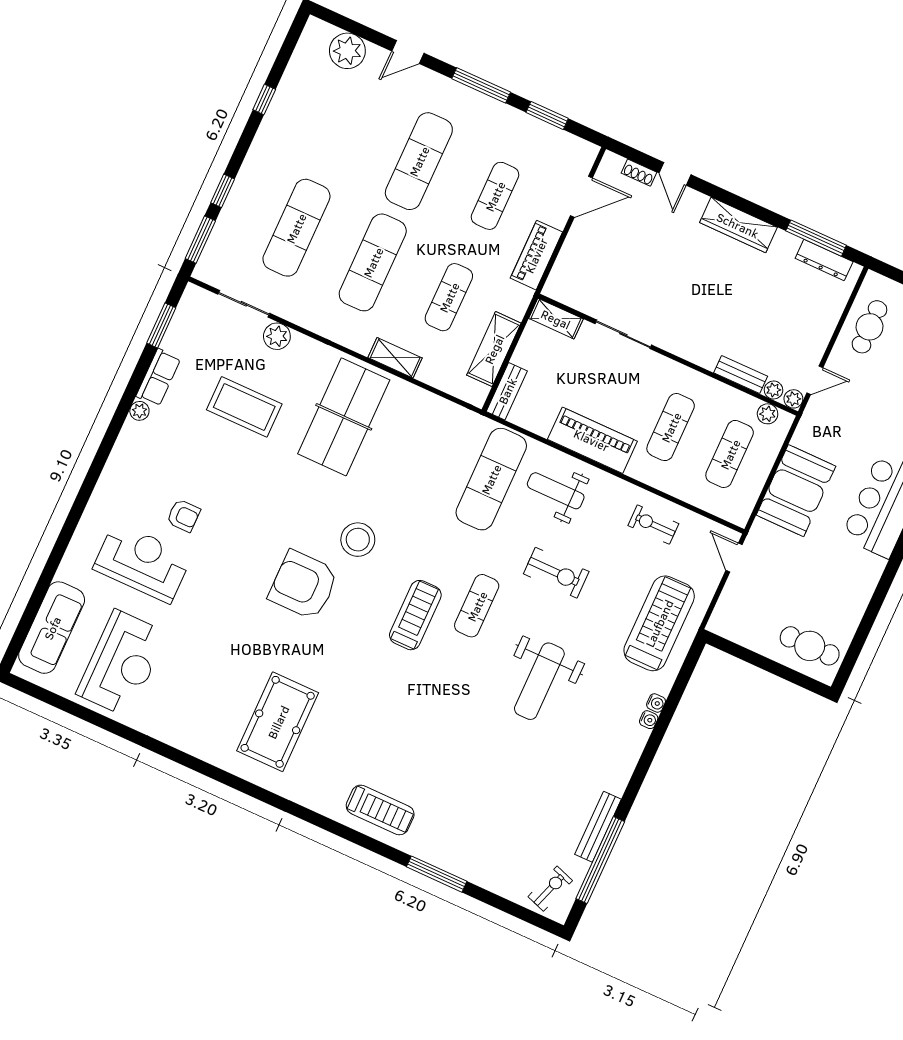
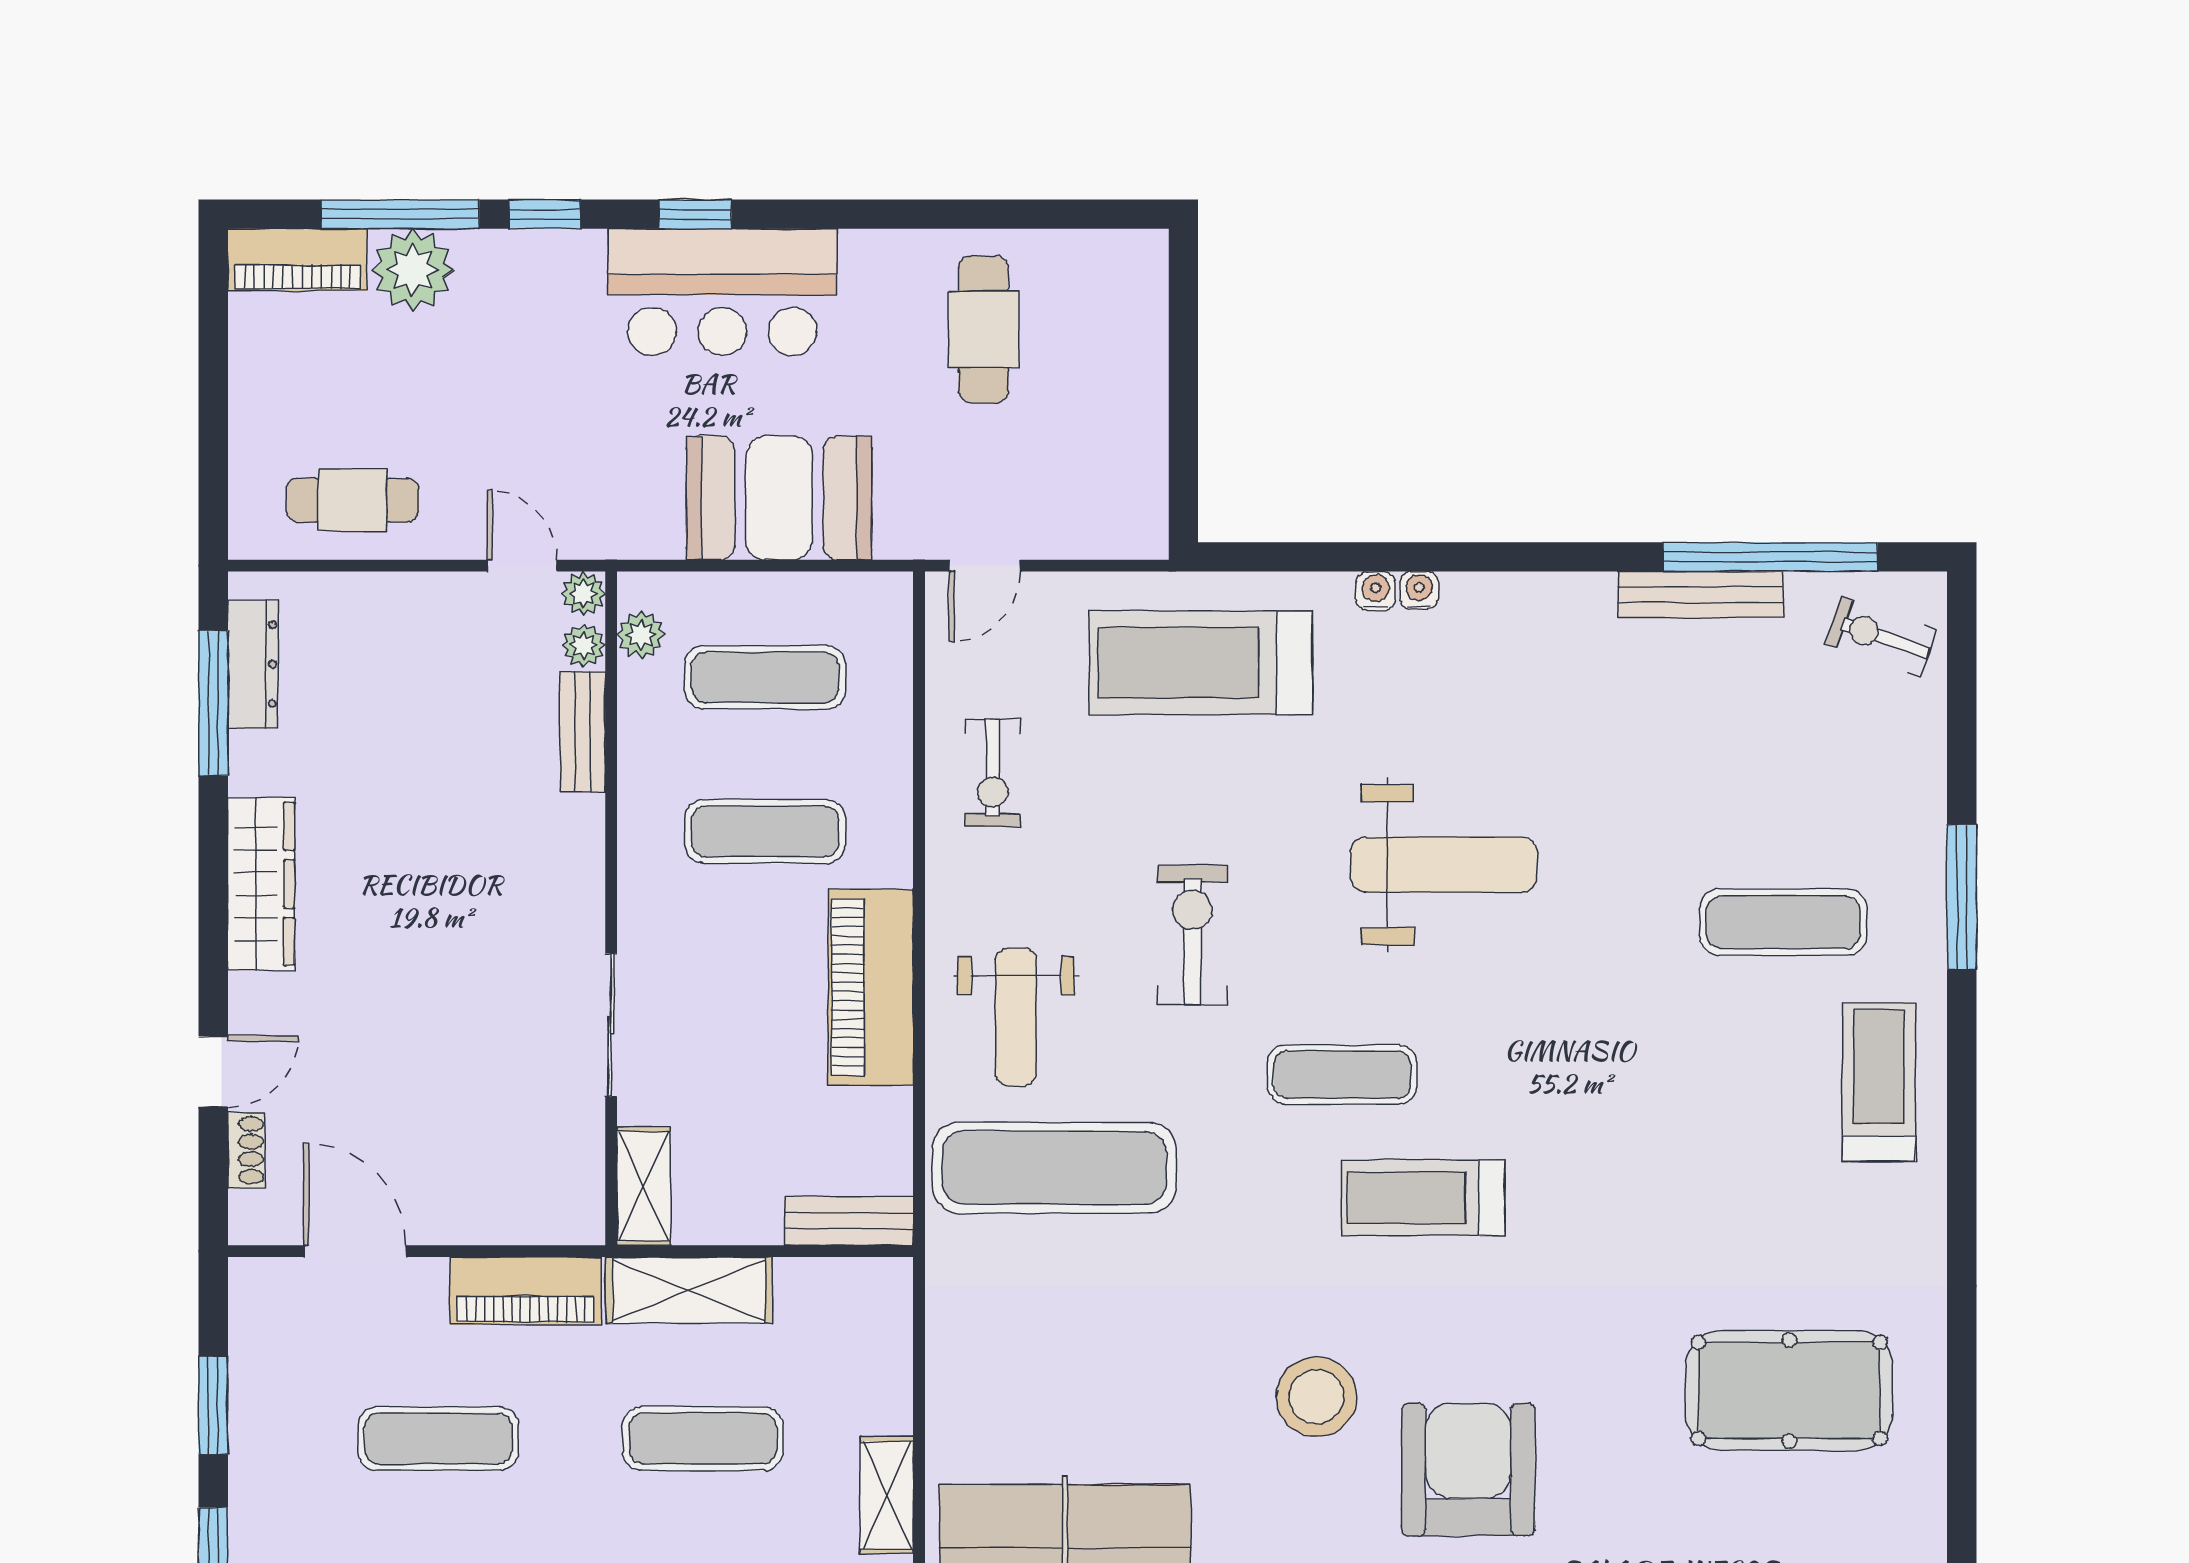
shelving: (494, 349) -> (689, 1290), moved
armchair: (303, 585) -> (1468, 1469), turned 180
cafe table: (810, 646) -> (983, 329), moved
exercise mat: (458, 801) -> (1783, 922), added

